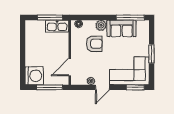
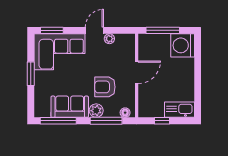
window: (50, 18) -> (162, 121), width x0.46
window: (93, 18) -> (106, 121), added
kitchen sink: (57, 26) -> (180, 110), moved
door: (70, 67) -> (137, 72), moved

